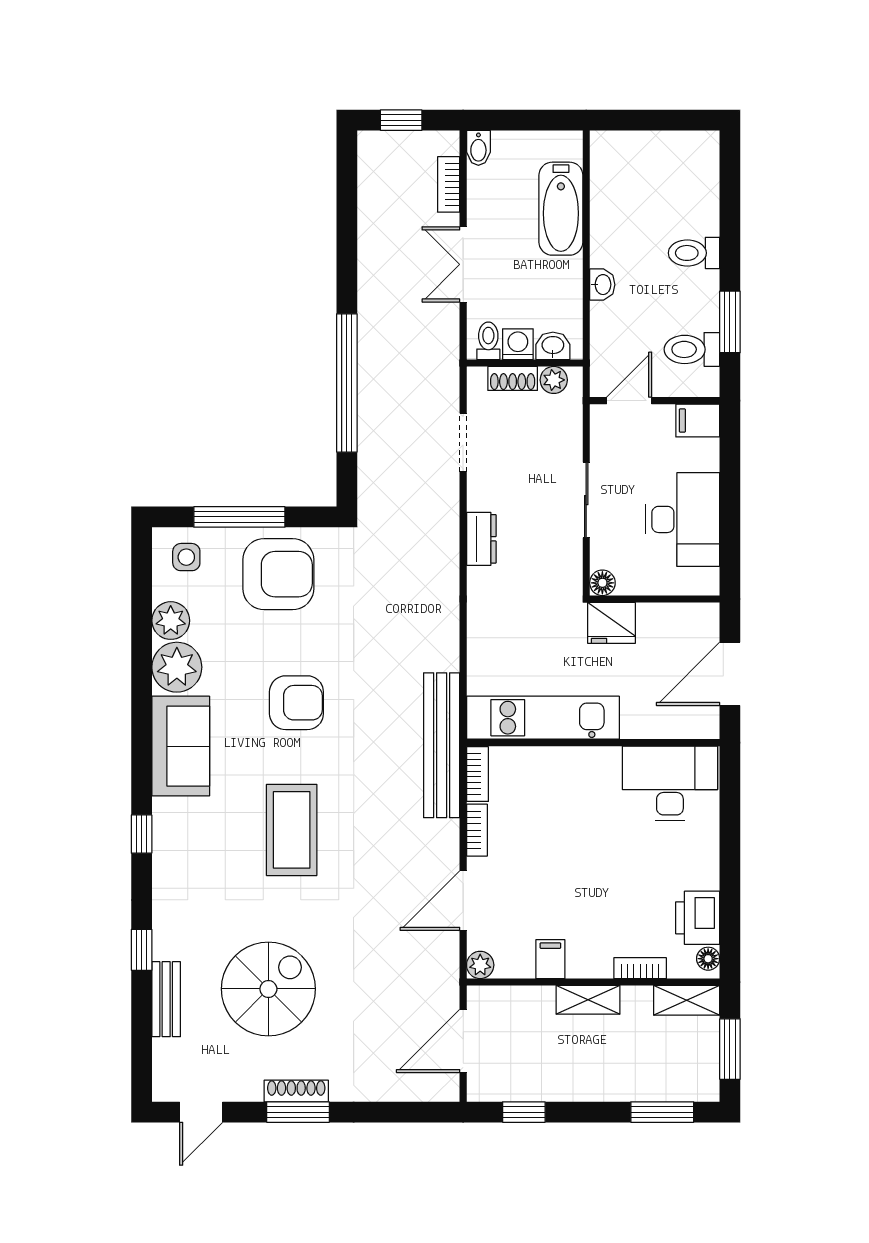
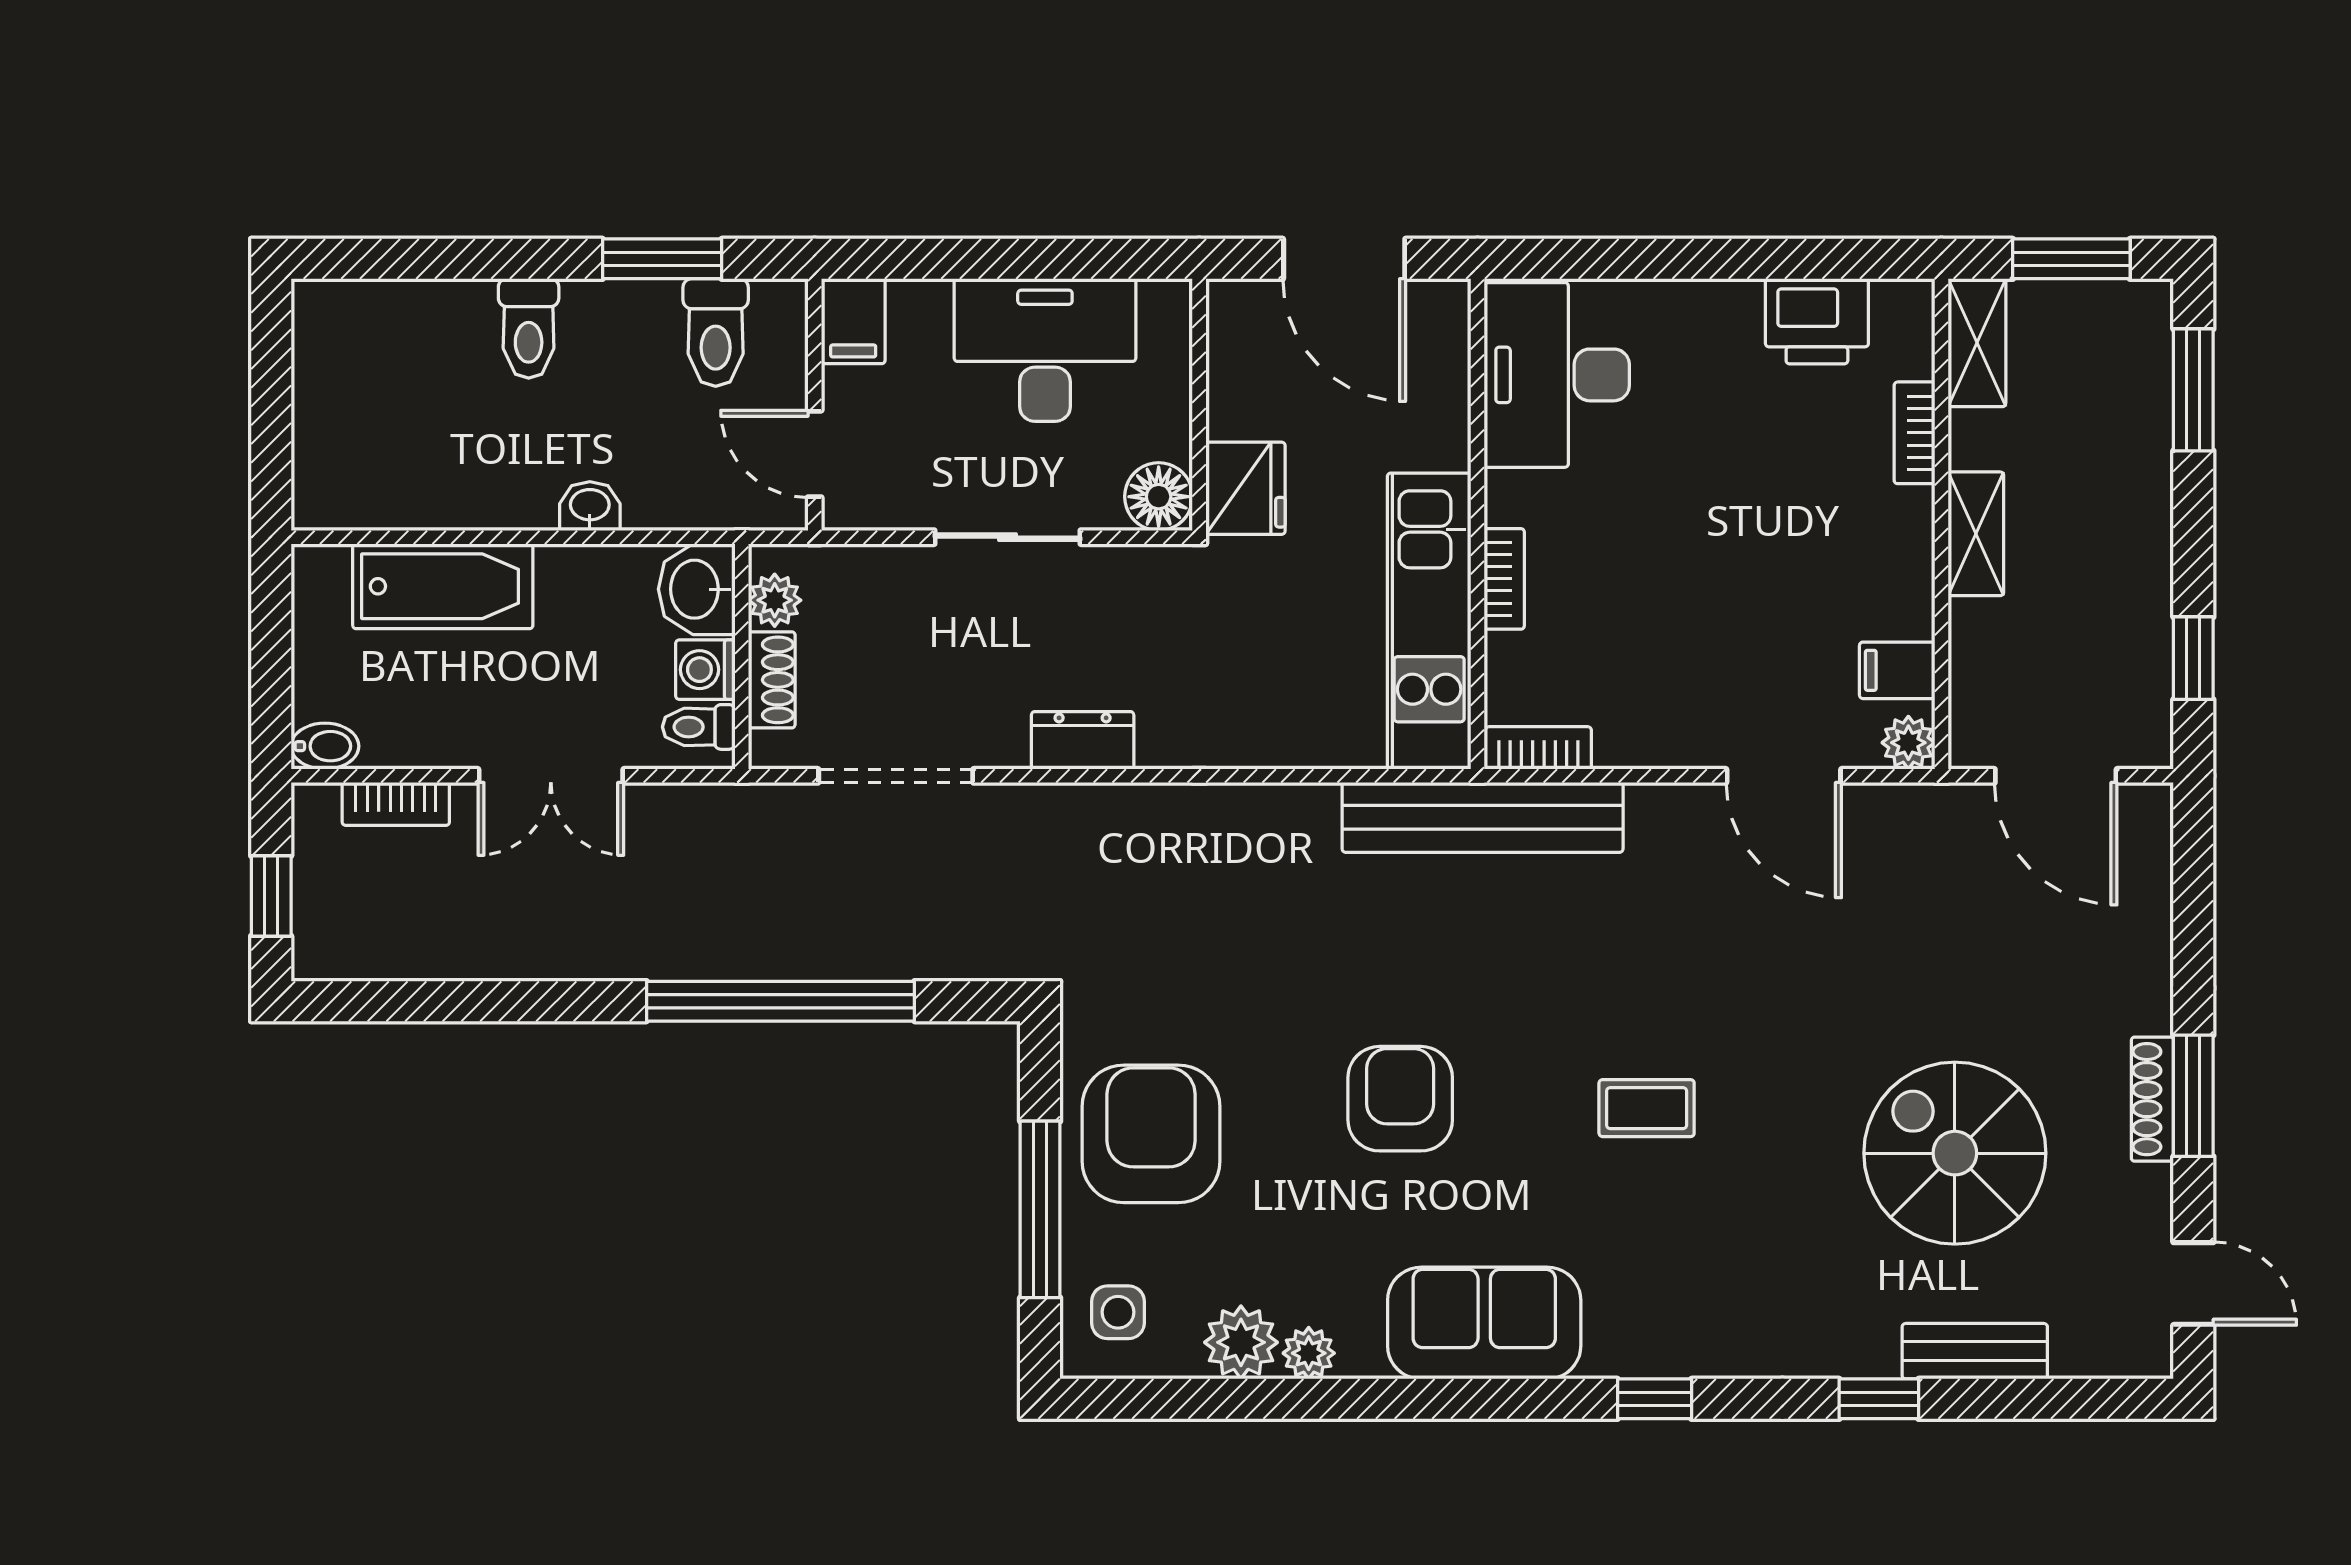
washbasin: (553, 346) -> (697, 589), width x1.38, depth x1.45
doorway: (463, 442) -> (896, 776), width x1.38
floor lamp: (602, 583) -> (1159, 497), width x1.37, depth x1.37
plant: (177, 667) -> (1309, 1353), width x0.53, depth x0.53
coffee table: (292, 830) -> (1647, 1108), width x0.54, depth x0.58
bookcase: (477, 830) -> (1504, 579), moved, turned 90
filing cabinet: (550, 959) -> (1897, 670), moved
floor lamp: (708, 959) -> (1896, 301), removed

